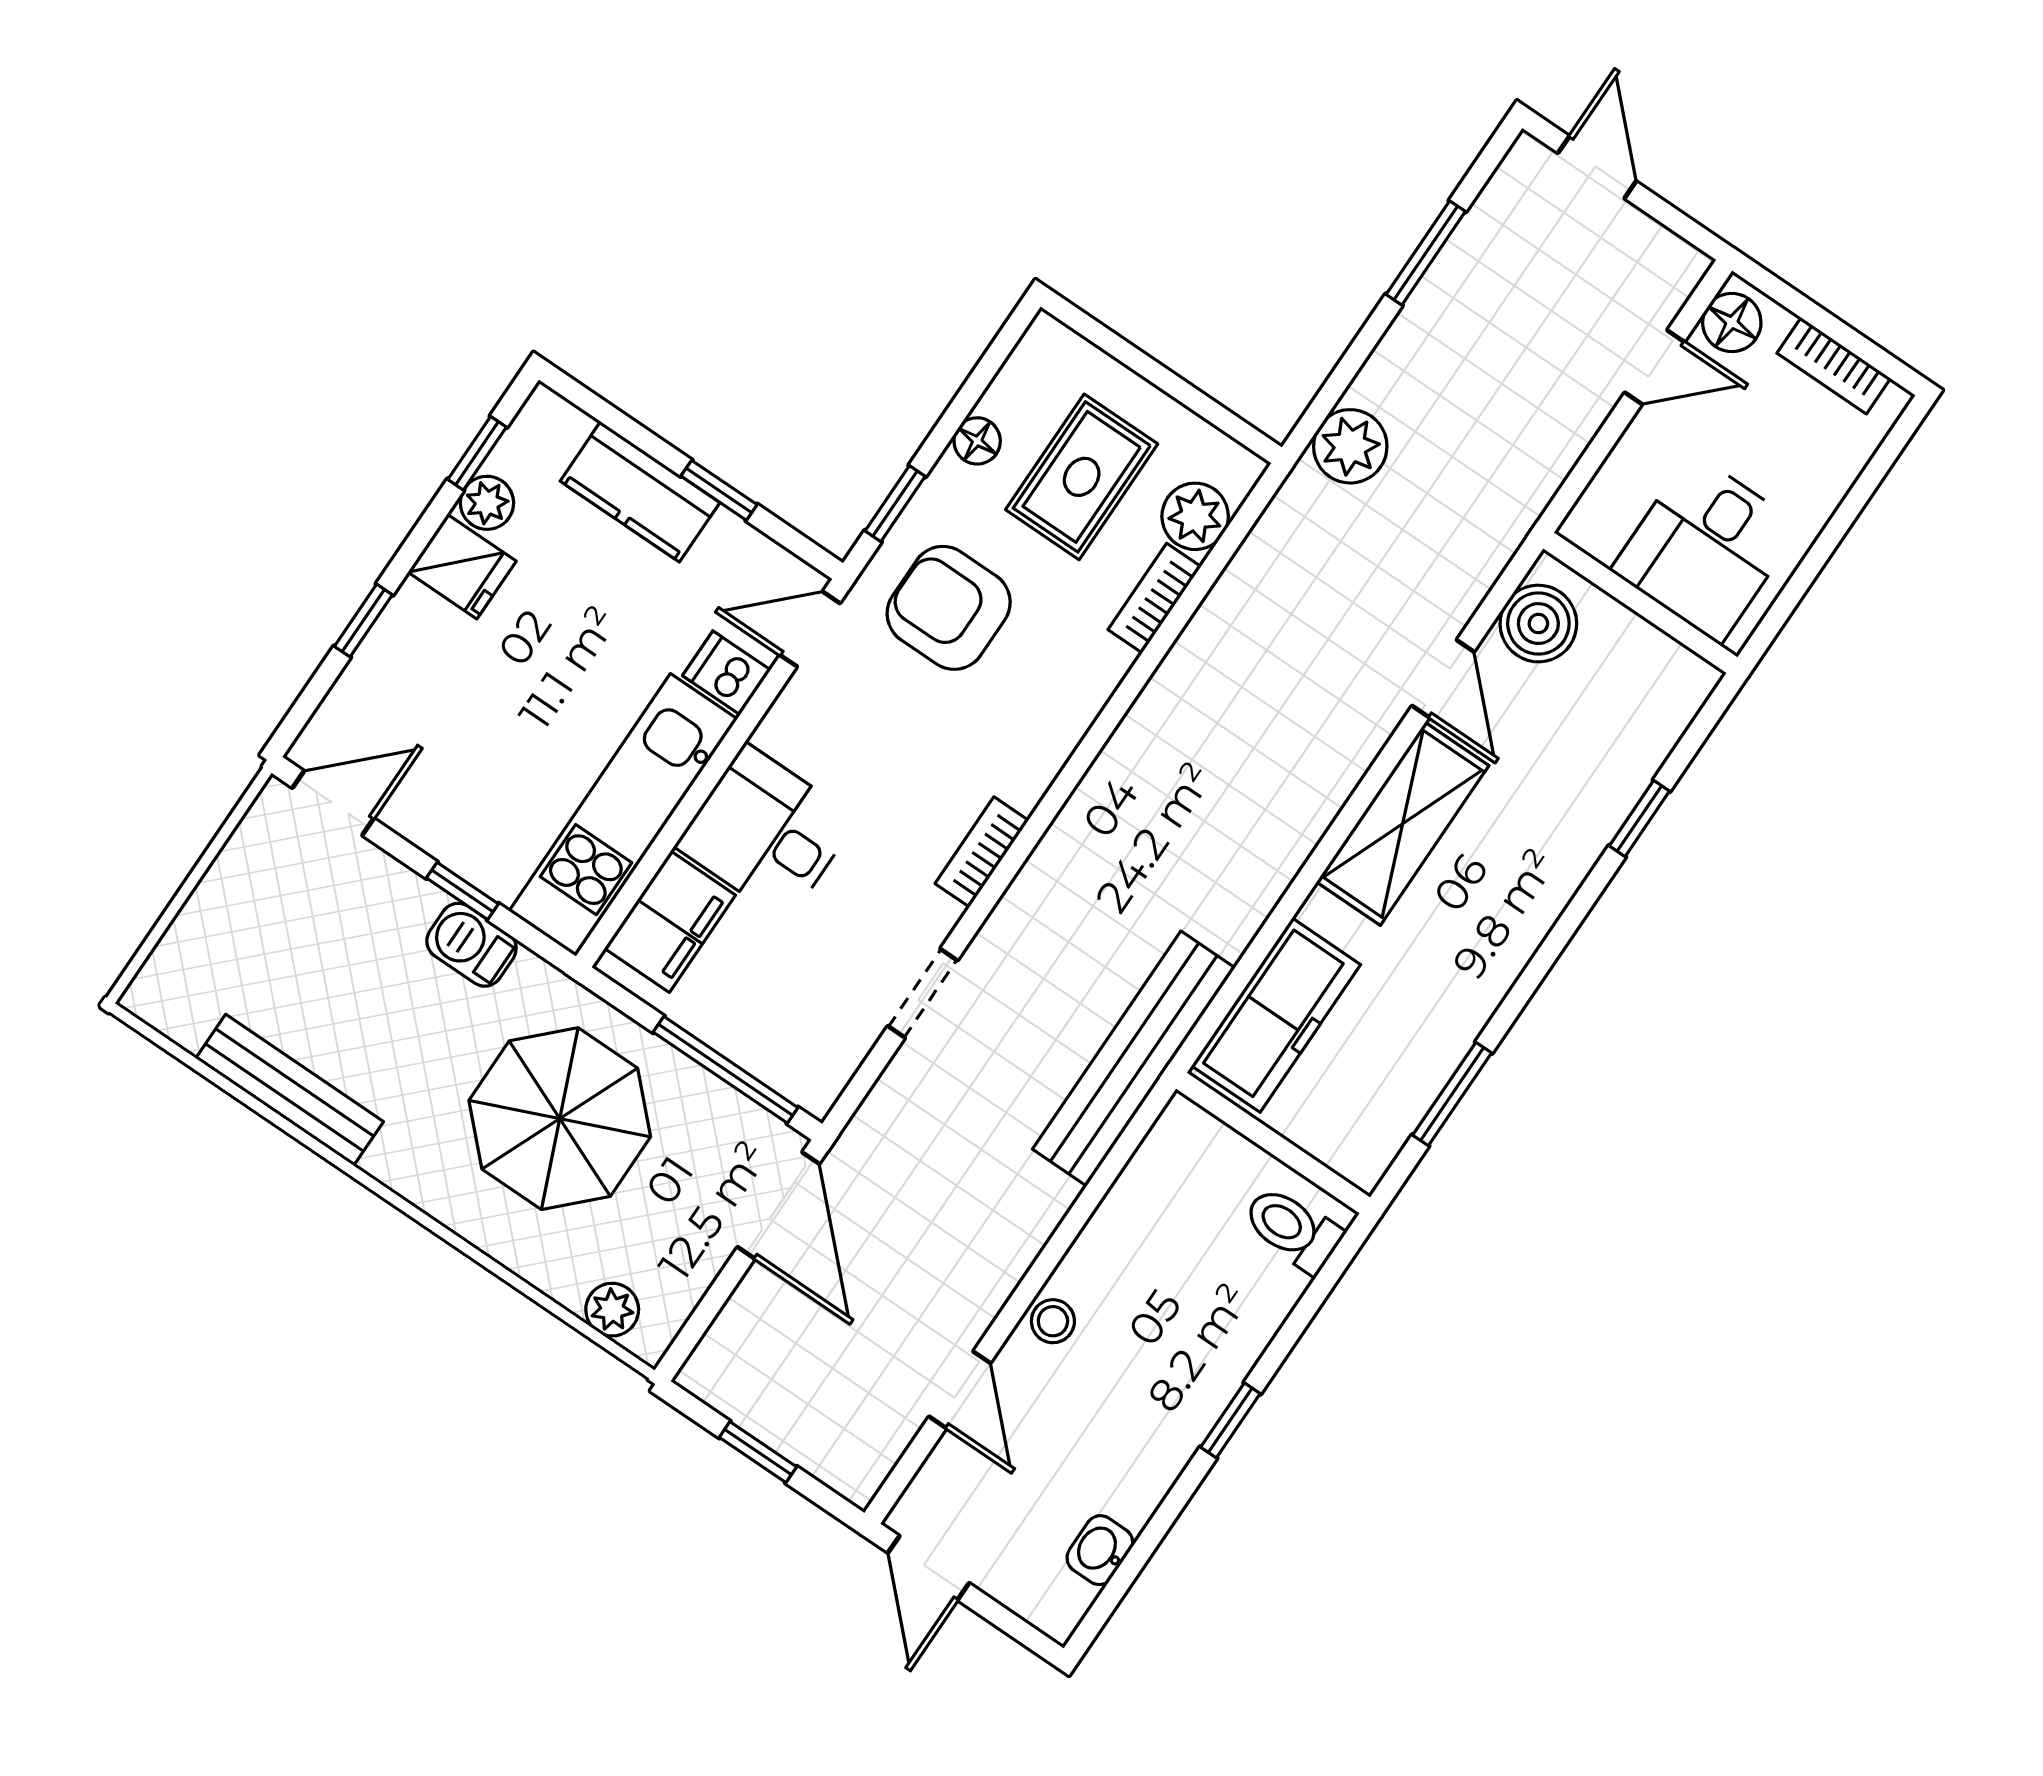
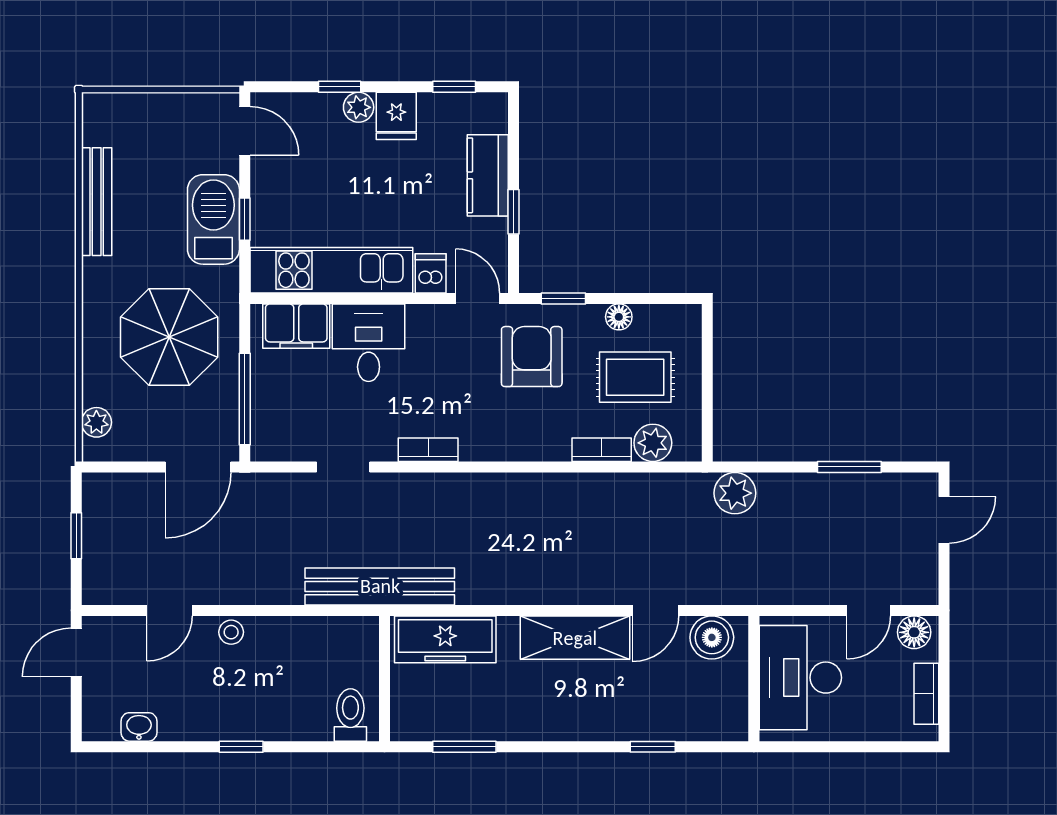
door: (1655, 367) -> (869, 610), hinge flipped
plant: (487, 503) -> (359, 107), moved
desk: (1706, 548) -> (800, 678), width x1.37
barbecue: (471, 945) -> (213, 219), width x1.88, depth x1.53

